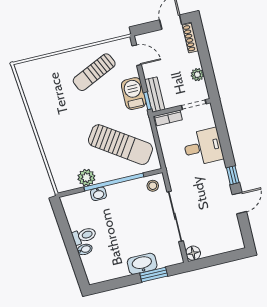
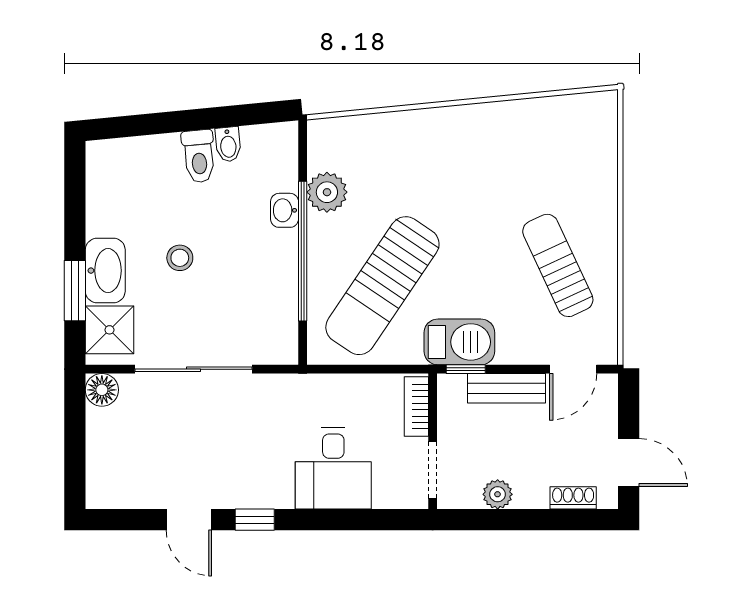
shoe rack: (190, 38) -> (573, 498), width x0.70
barbecue: (134, 94) -> (459, 342), moved
bench: (155, 95) -> (507, 388), moved
stool: (153, 186) -> (180, 258), moved
bidet: (85, 249) -> (228, 144), moved
shower: (167, 256) -> (109, 330), added

